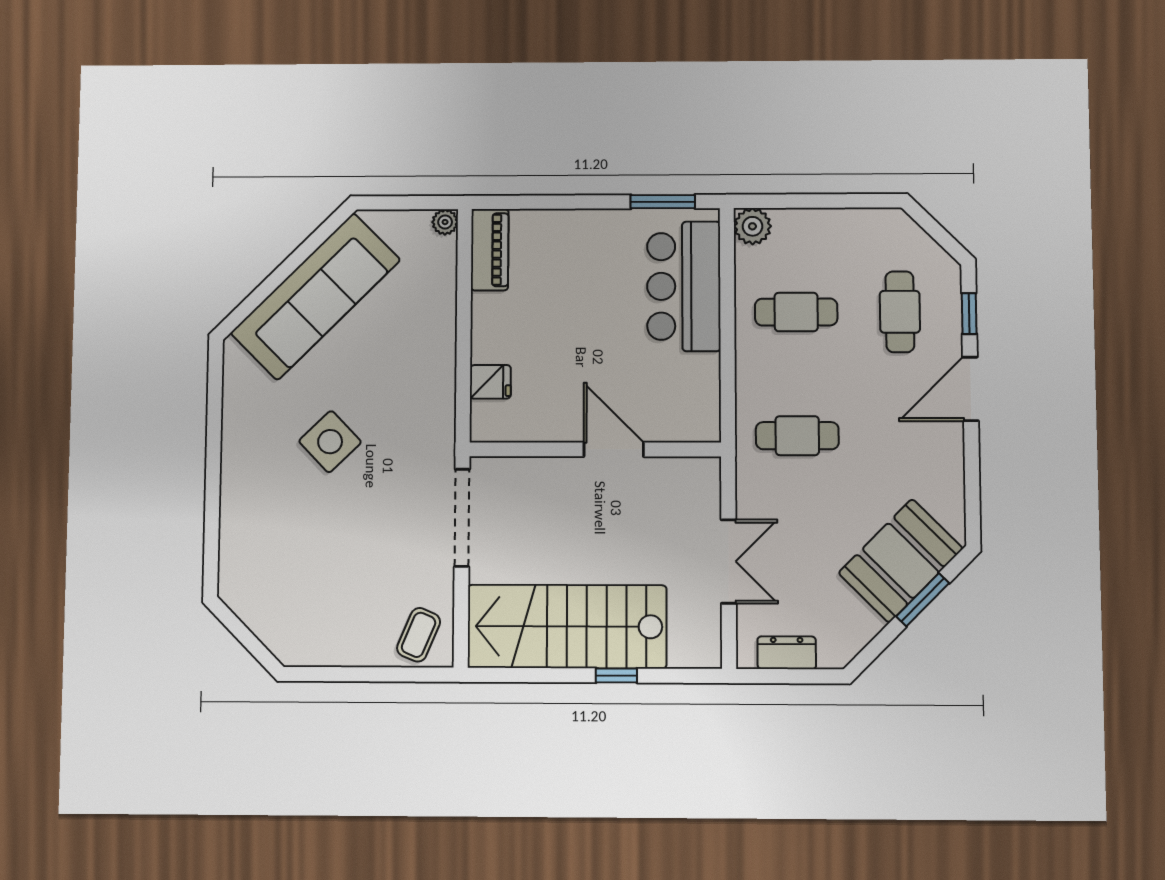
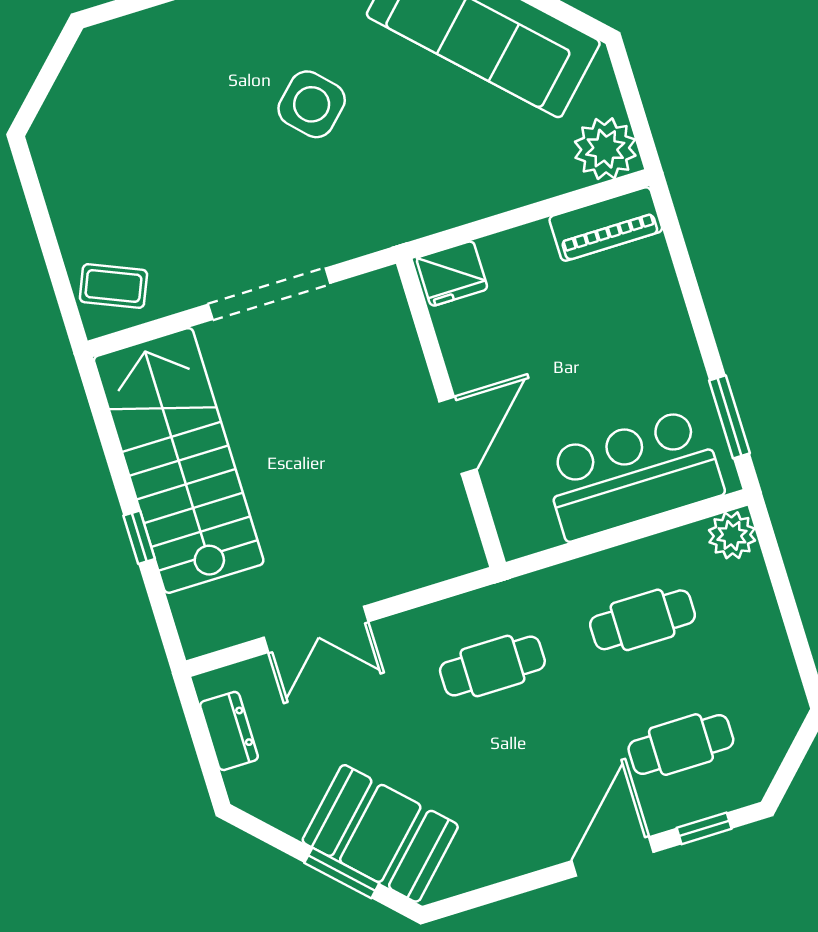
plant: (445, 222) -> (605, 149), width x1.87, depth x1.87
cafe table: (796, 312) -> (643, 620), turned 90
fridge: (490, 382) -> (452, 274), width x1.38
door: (971, 389) -> (613, 856), hinge flipped
cafe table: (797, 436) -> (492, 666), turned 90
wall: (595, 449) -> (451, 413), moved
door: (614, 449) -> (458, 435), moved

